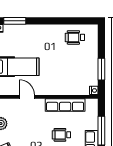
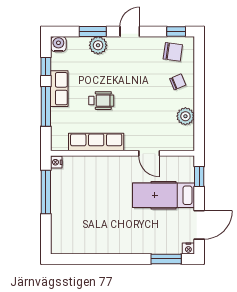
wheelchair: (75, 37) -> (82, 236), removed
window: (101, 69) -> (46, 192), width x1.44

